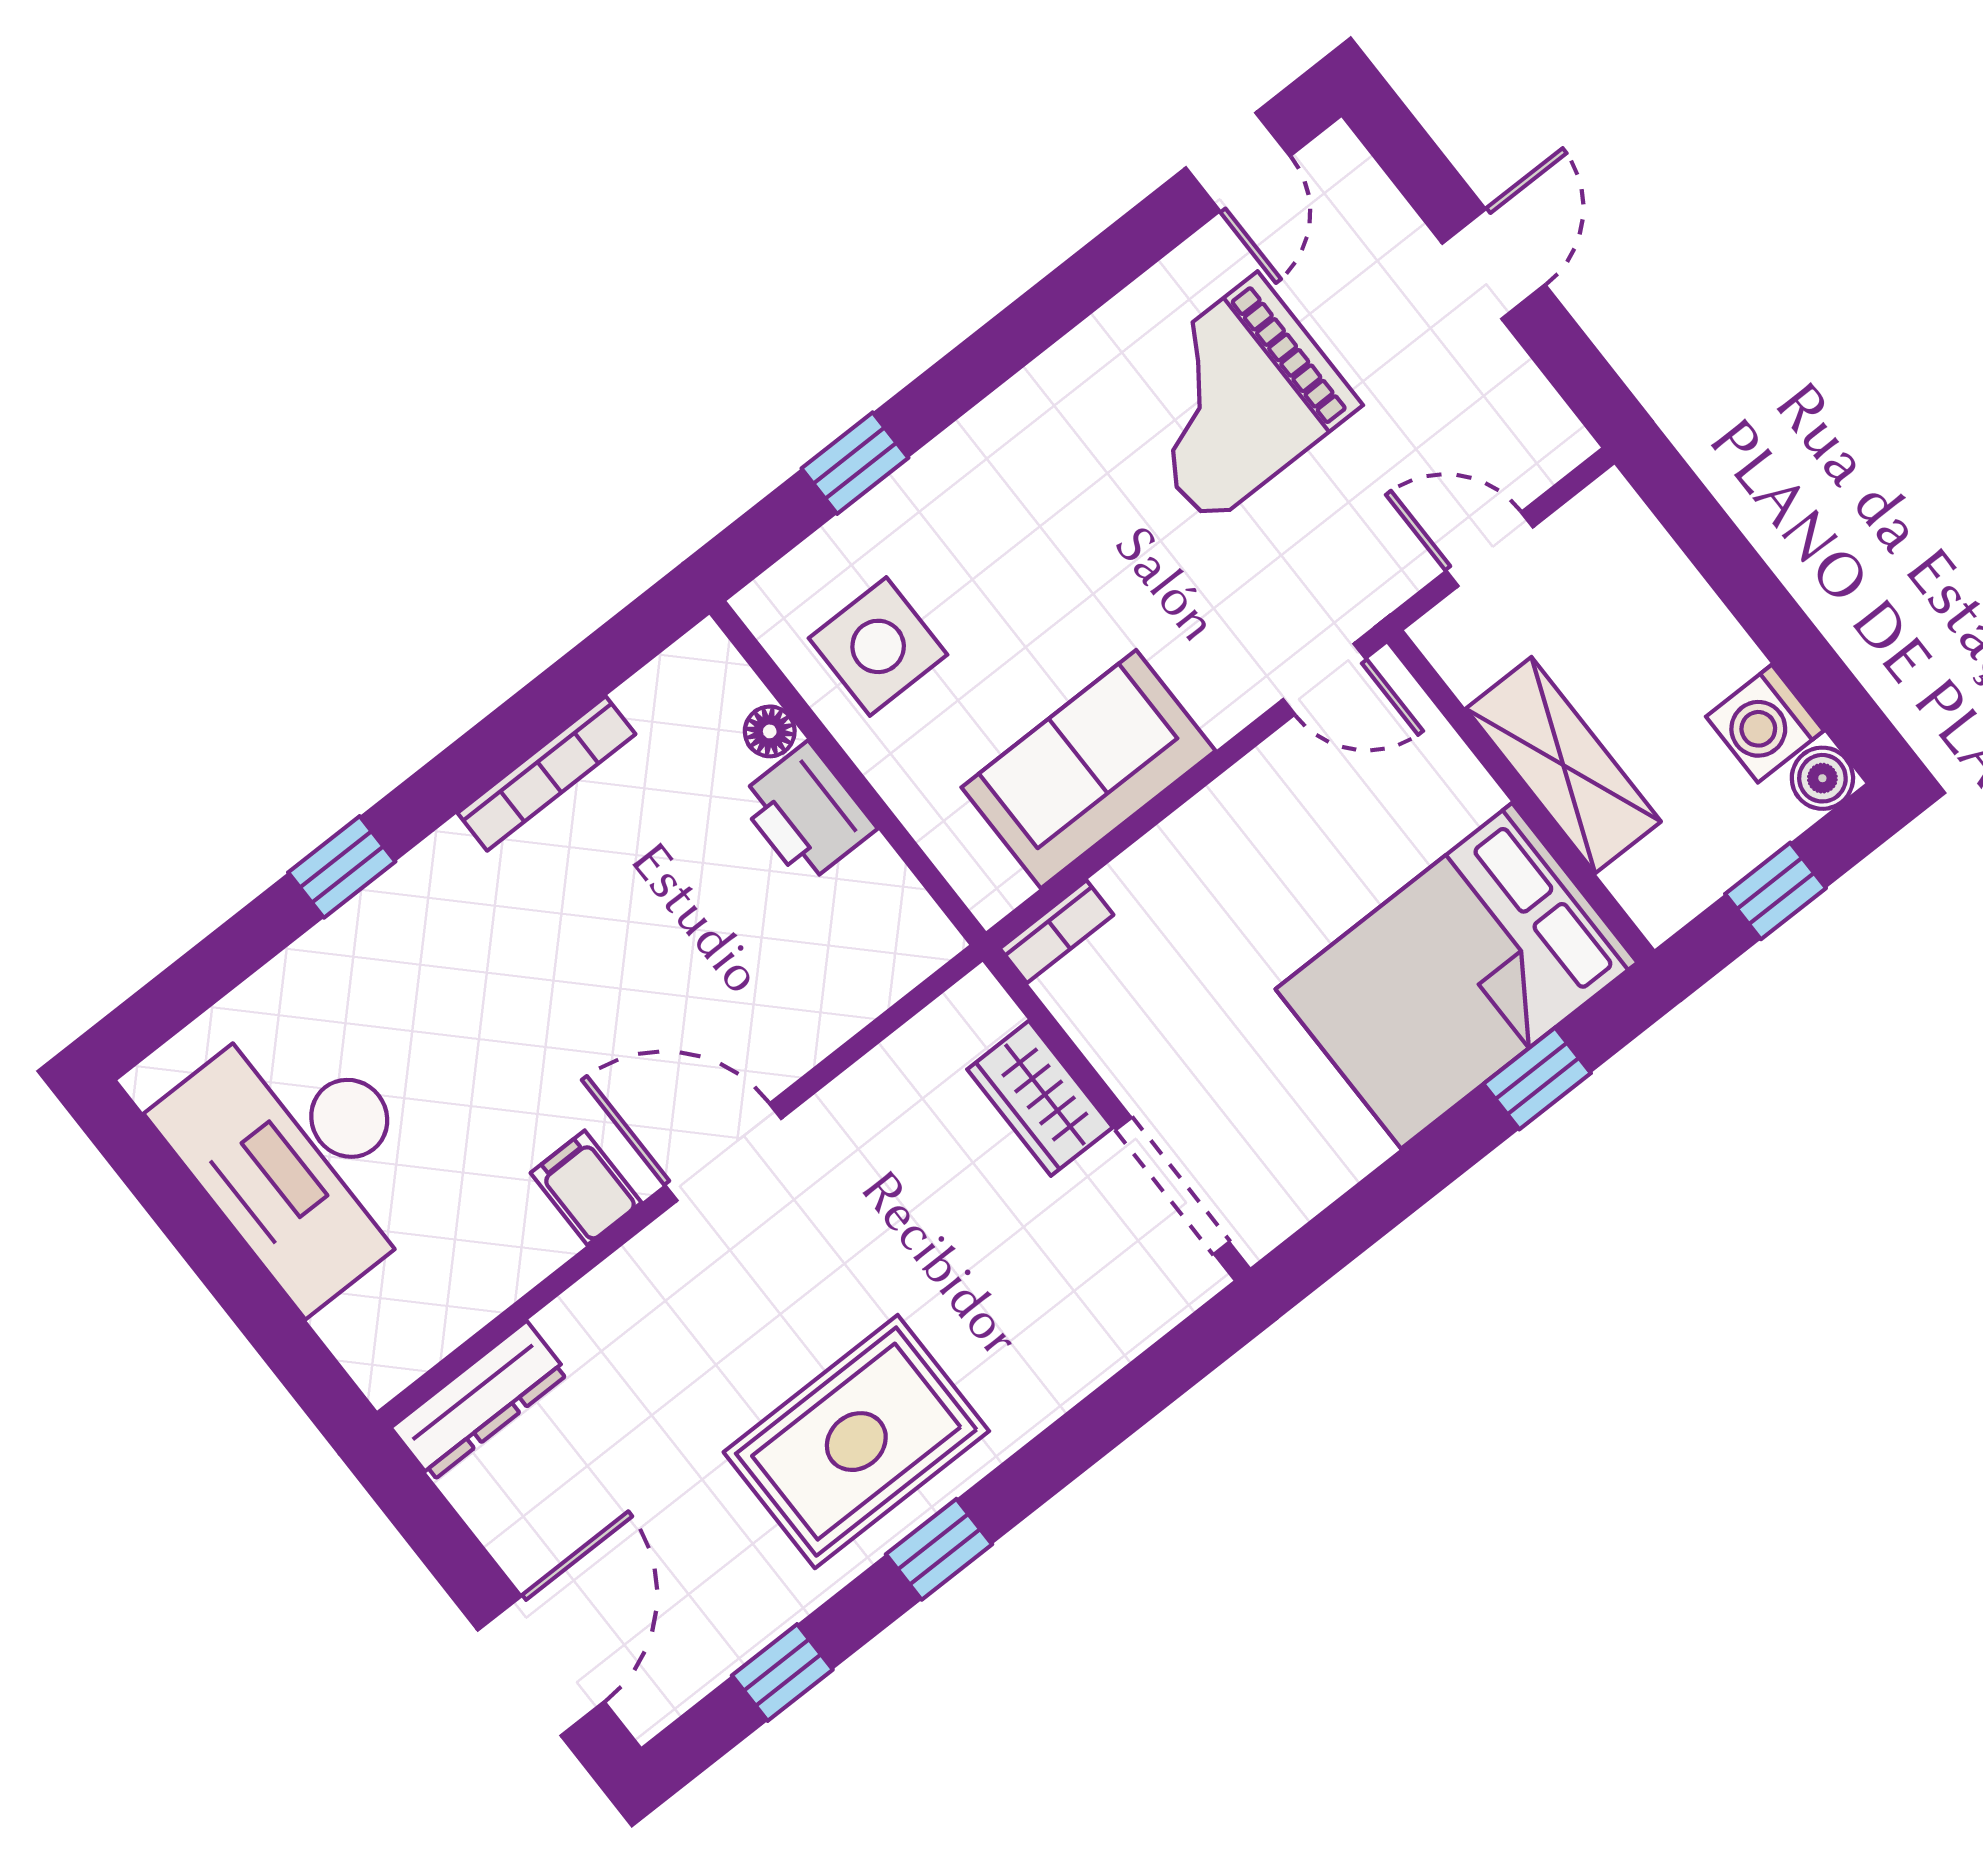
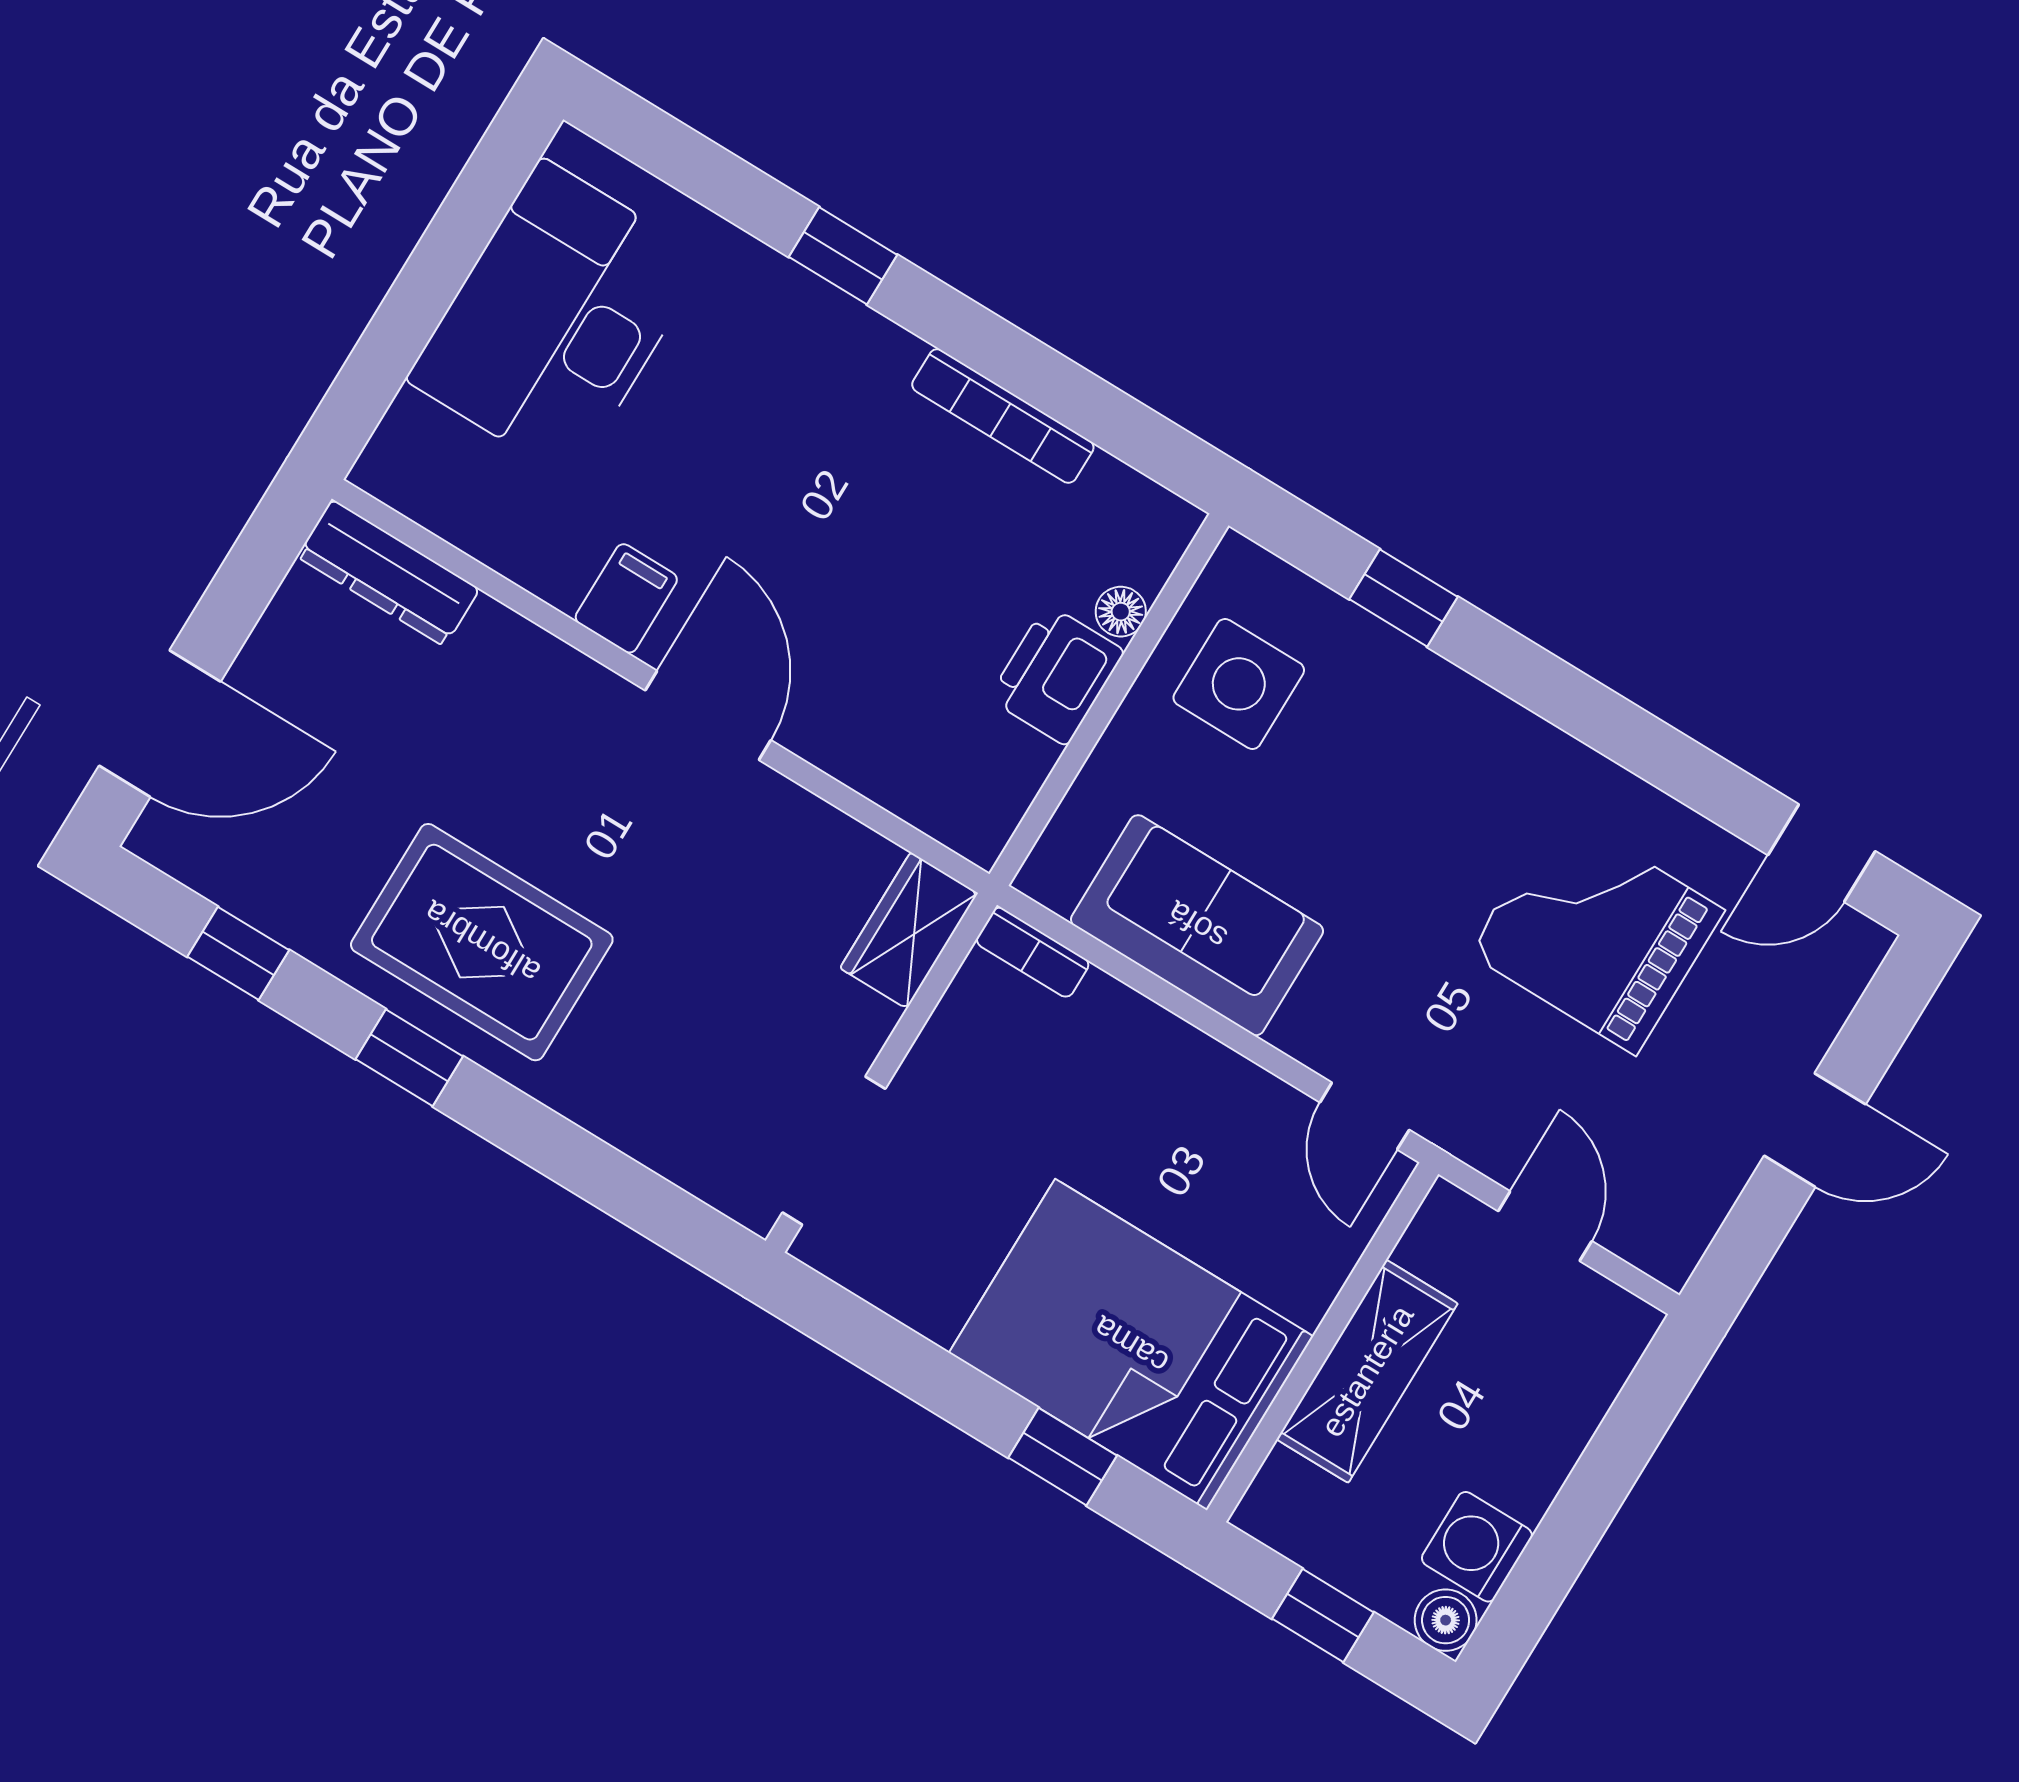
wardrobe: (1040, 1098) -> (909, 931), moved

